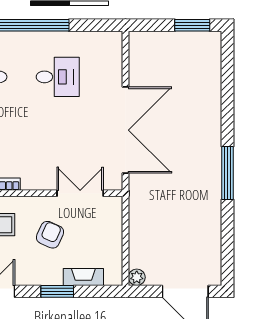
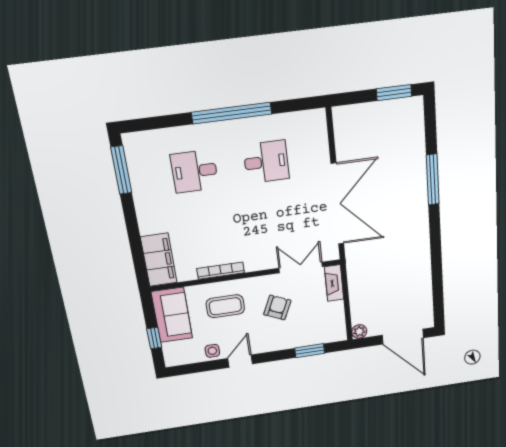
window: (228, 173) -> (433, 180), moved
fireplace: (83, 277) -> (334, 283), moved, turned -90
window: (57, 291) -> (310, 351), moved

